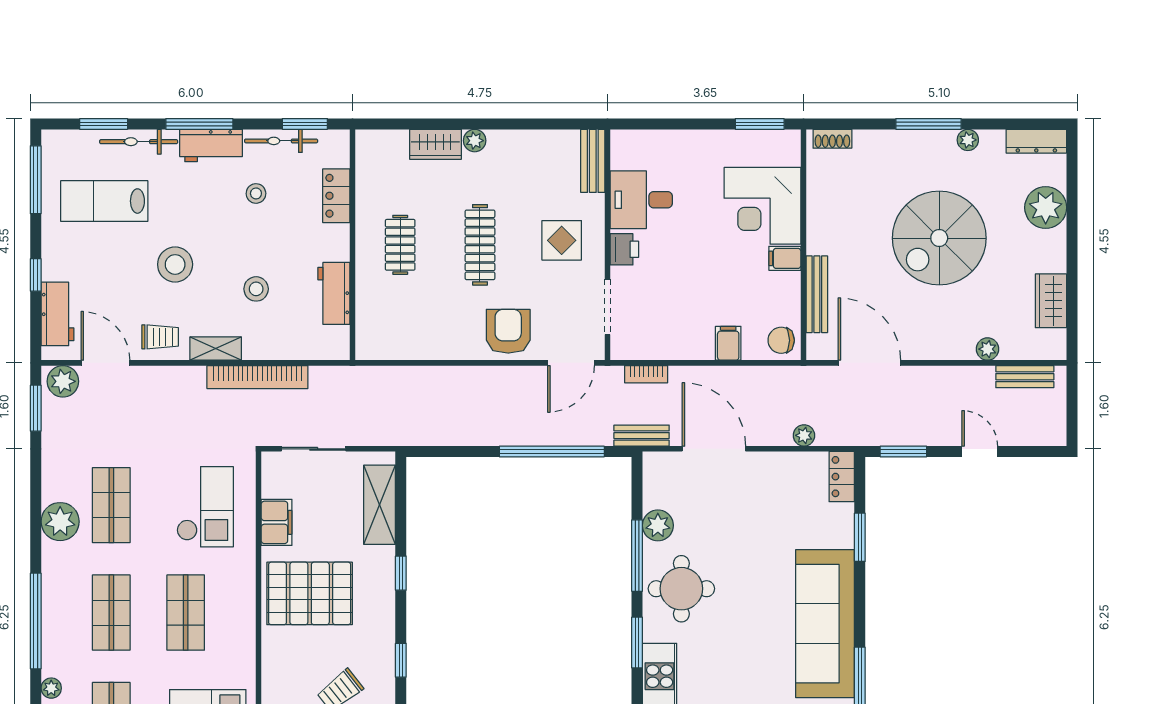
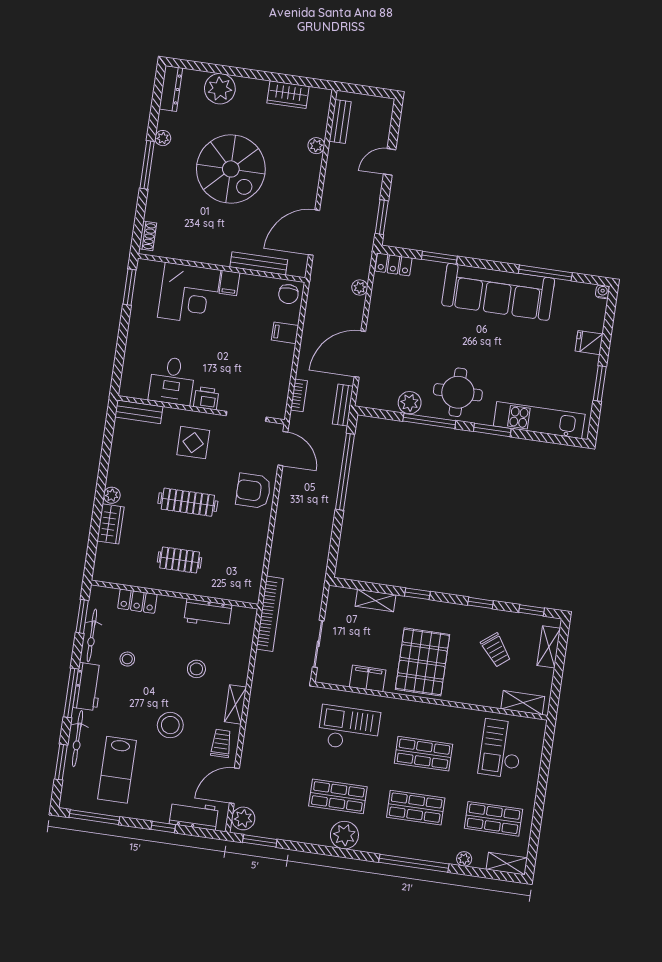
bookcase: (257, 377) -> (270, 614), moved
shelving: (380, 505) -> (376, 601), width x0.67, depth x0.75

